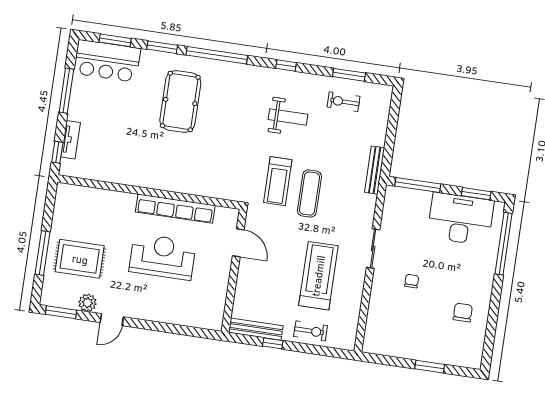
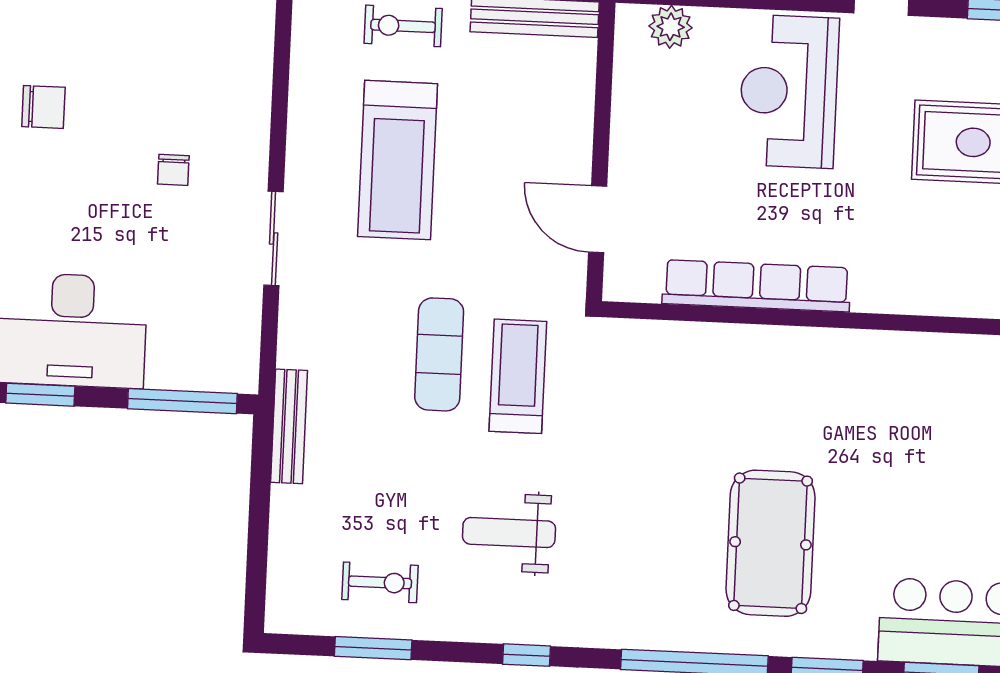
reception desk: (163, 257) -> (789, 91), moved, turned 90
plant: (87, 303) -> (671, 27), moved
chair: (463, 313) -> (43, 107), turned -90

